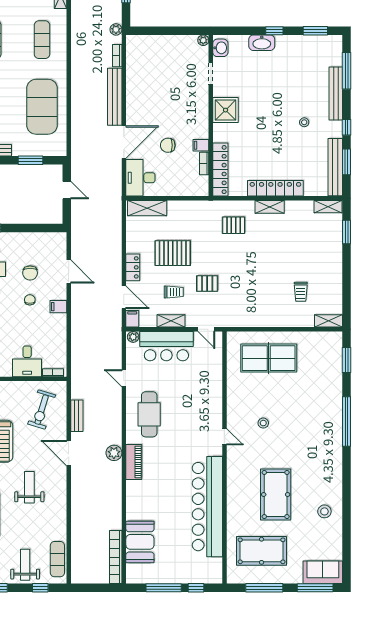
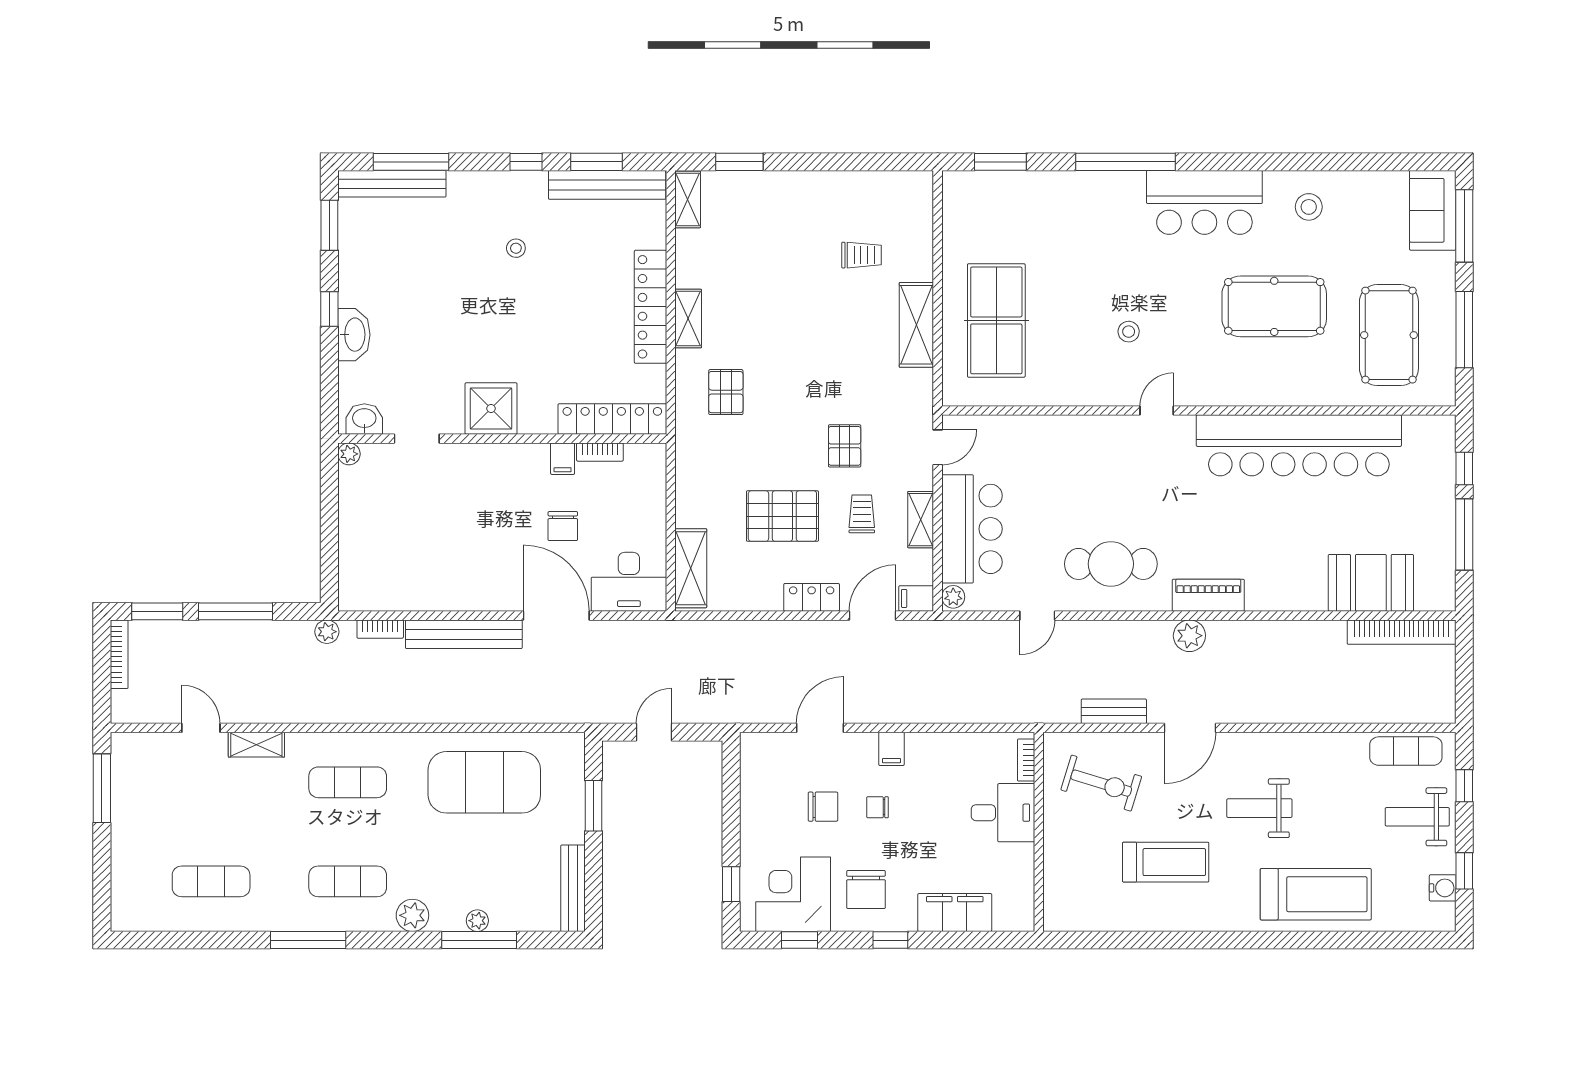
bench: (336, 93) -> (392, 184), moved
pallet: (173, 253) -> (782, 516), turned 90
shelving: (329, 321) -> (916, 325), moved, width x1.50, depth x1.33
bar counter: (327, 460) -> (1204, 202), added

